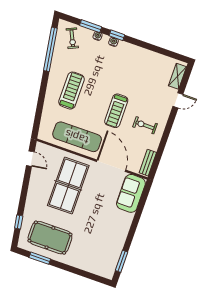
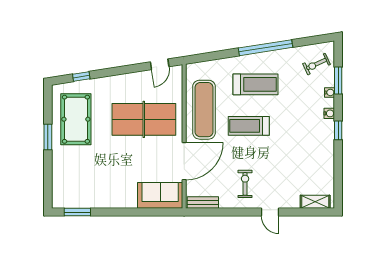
window: (117, 35) -> (338, 130), moved
window: (50, 49) -> (266, 48), moved
door: (178, 100) -> (270, 212), moved
treadmill: (116, 111) -> (249, 126), moved
window: (40, 258) -> (48, 137), moved

